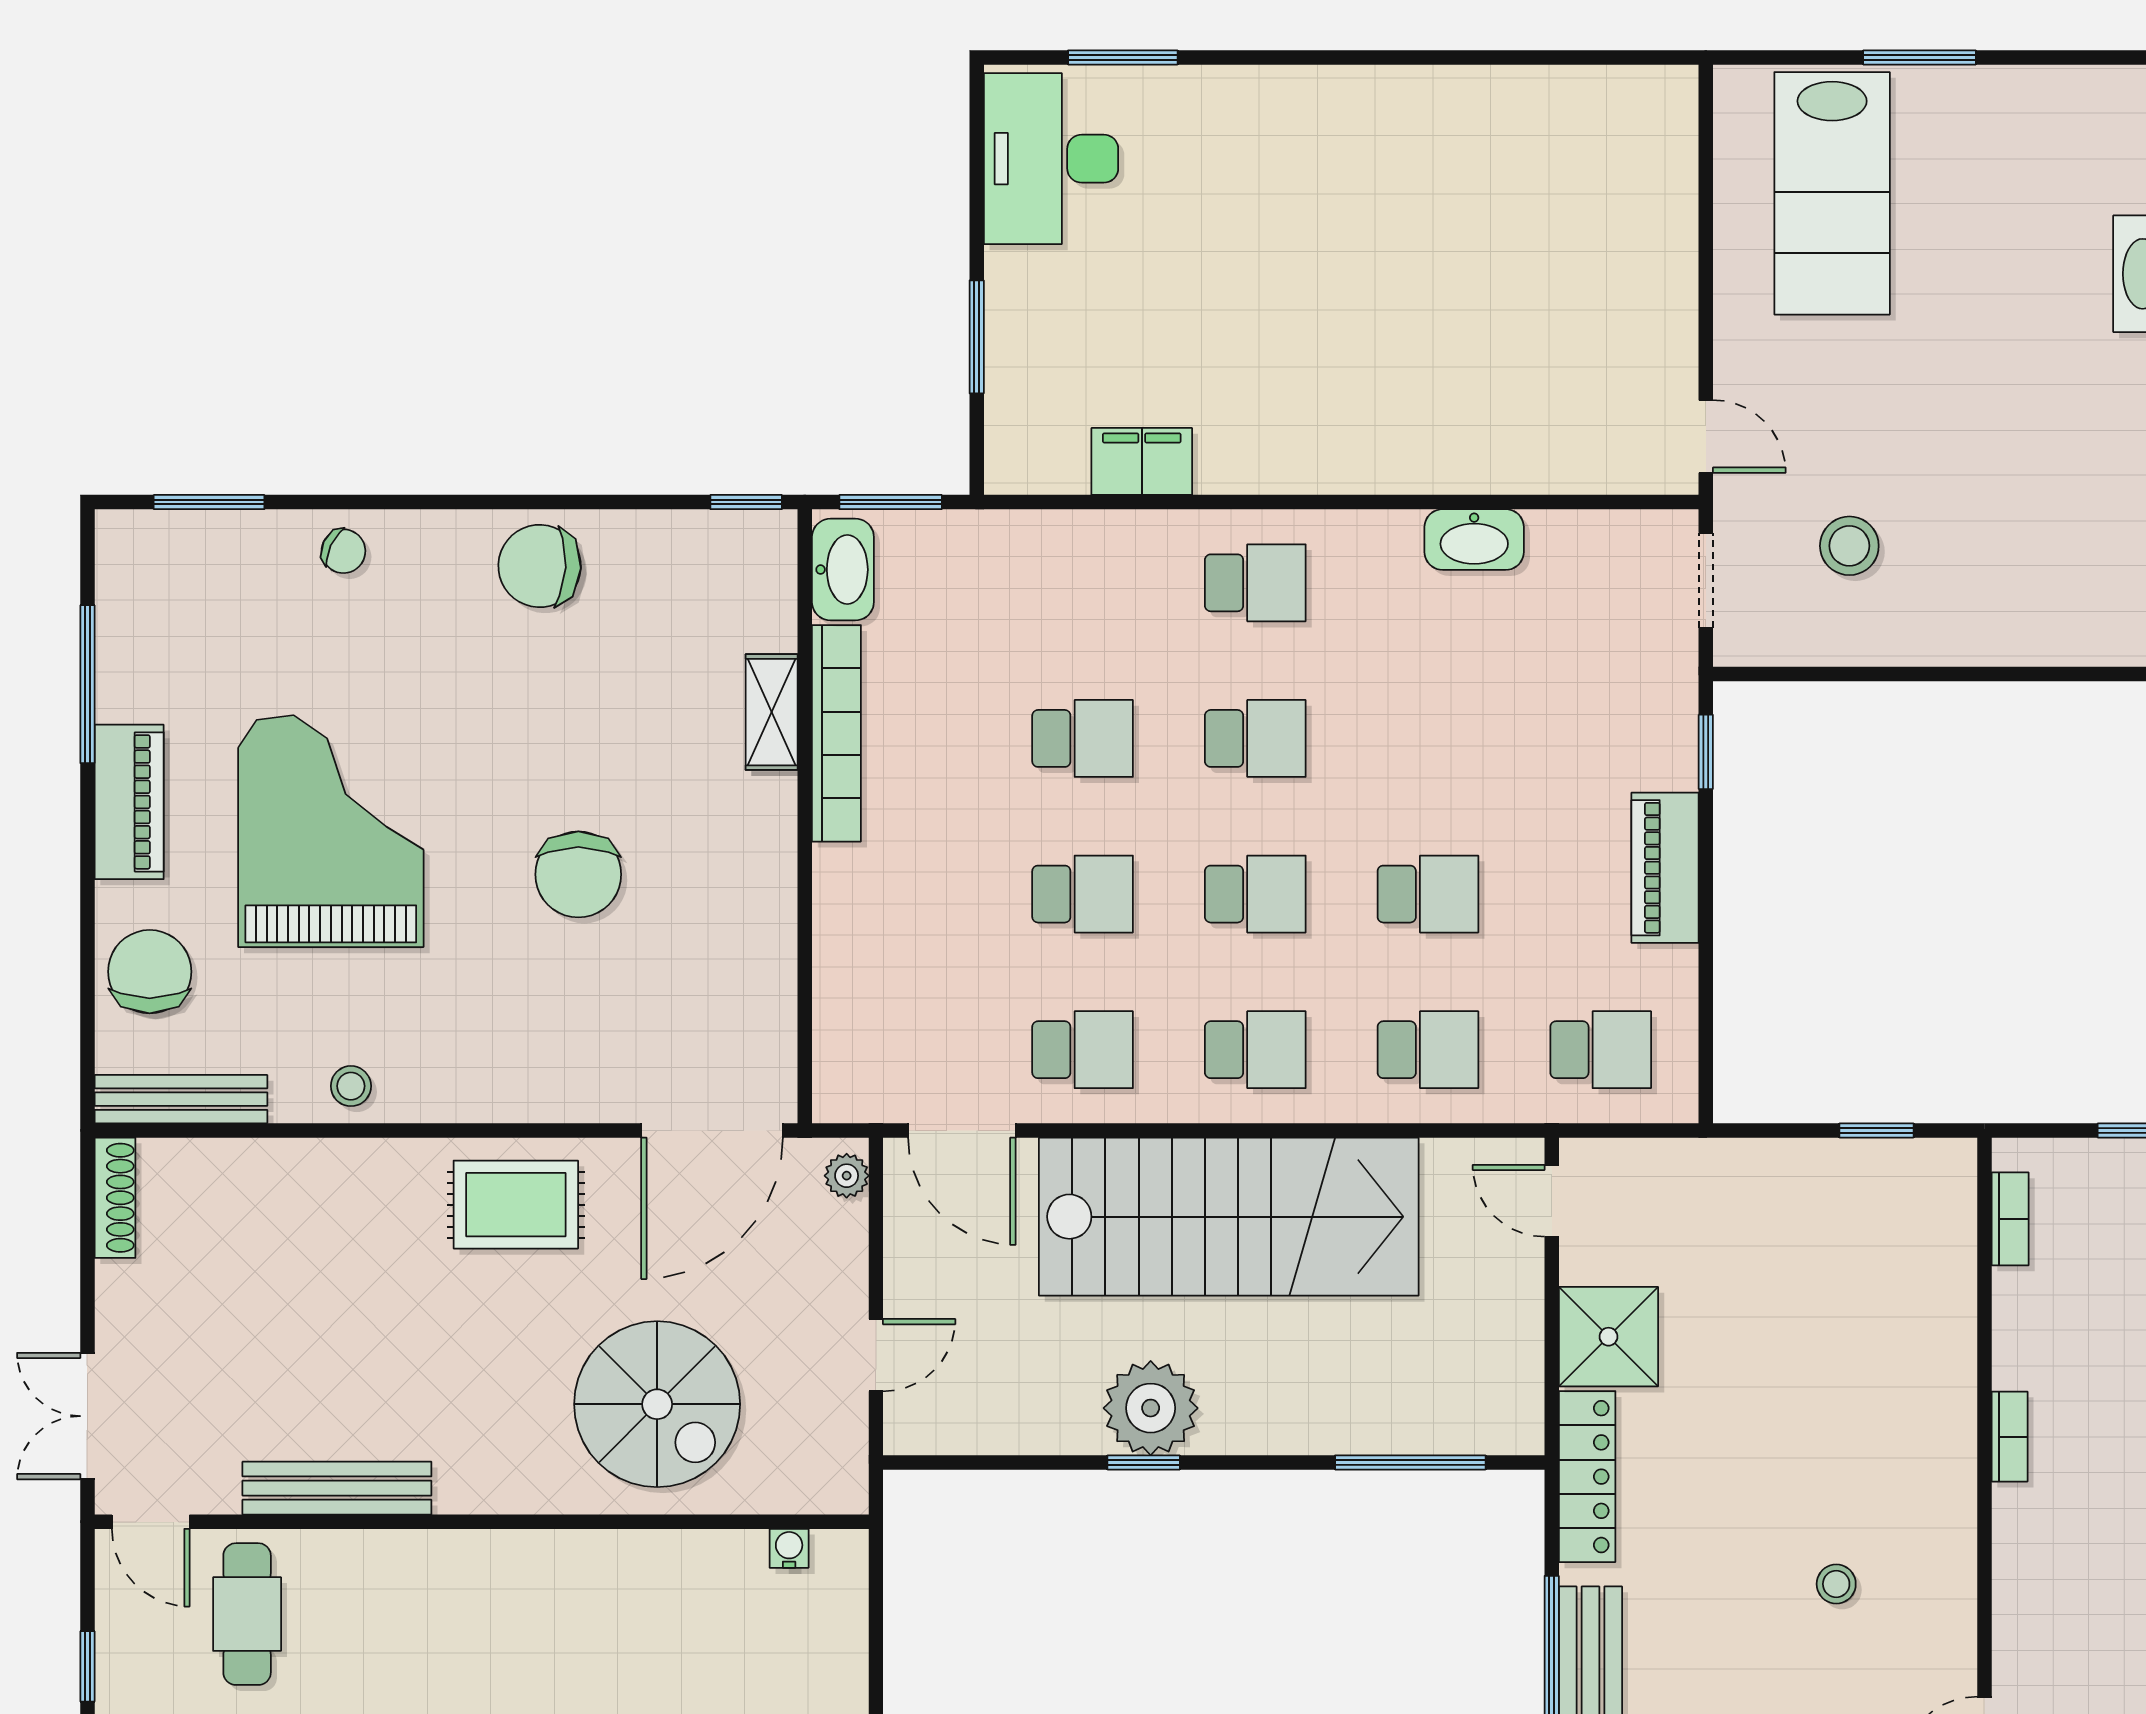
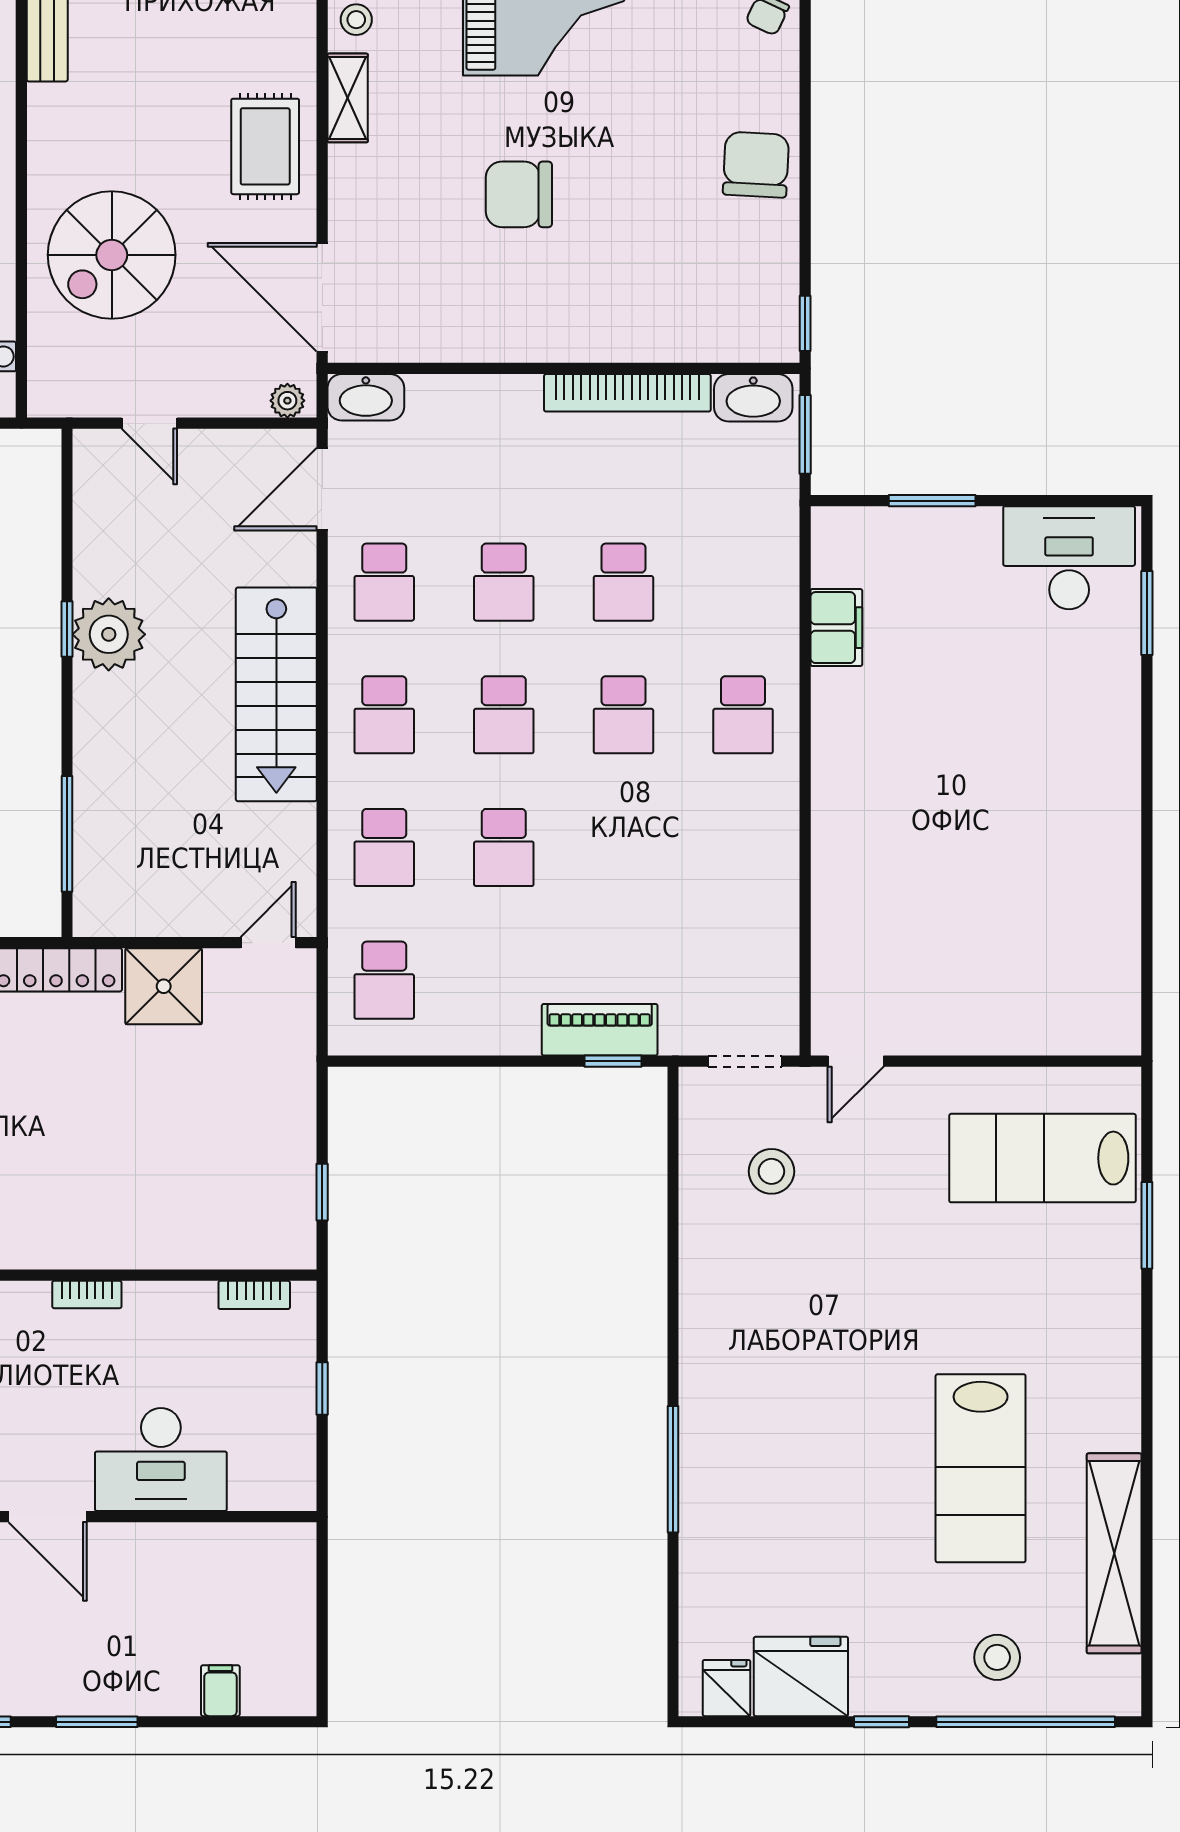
washbasin: (1474, 540) -> (366, 397), moved, turned -90
shelving: (772, 712) -> (348, 98), moved, turned 90
piano: (1665, 868) -> (600, 1030), moved
stairs: (1229, 1217) -> (276, 694), width x0.73, depth x0.66

